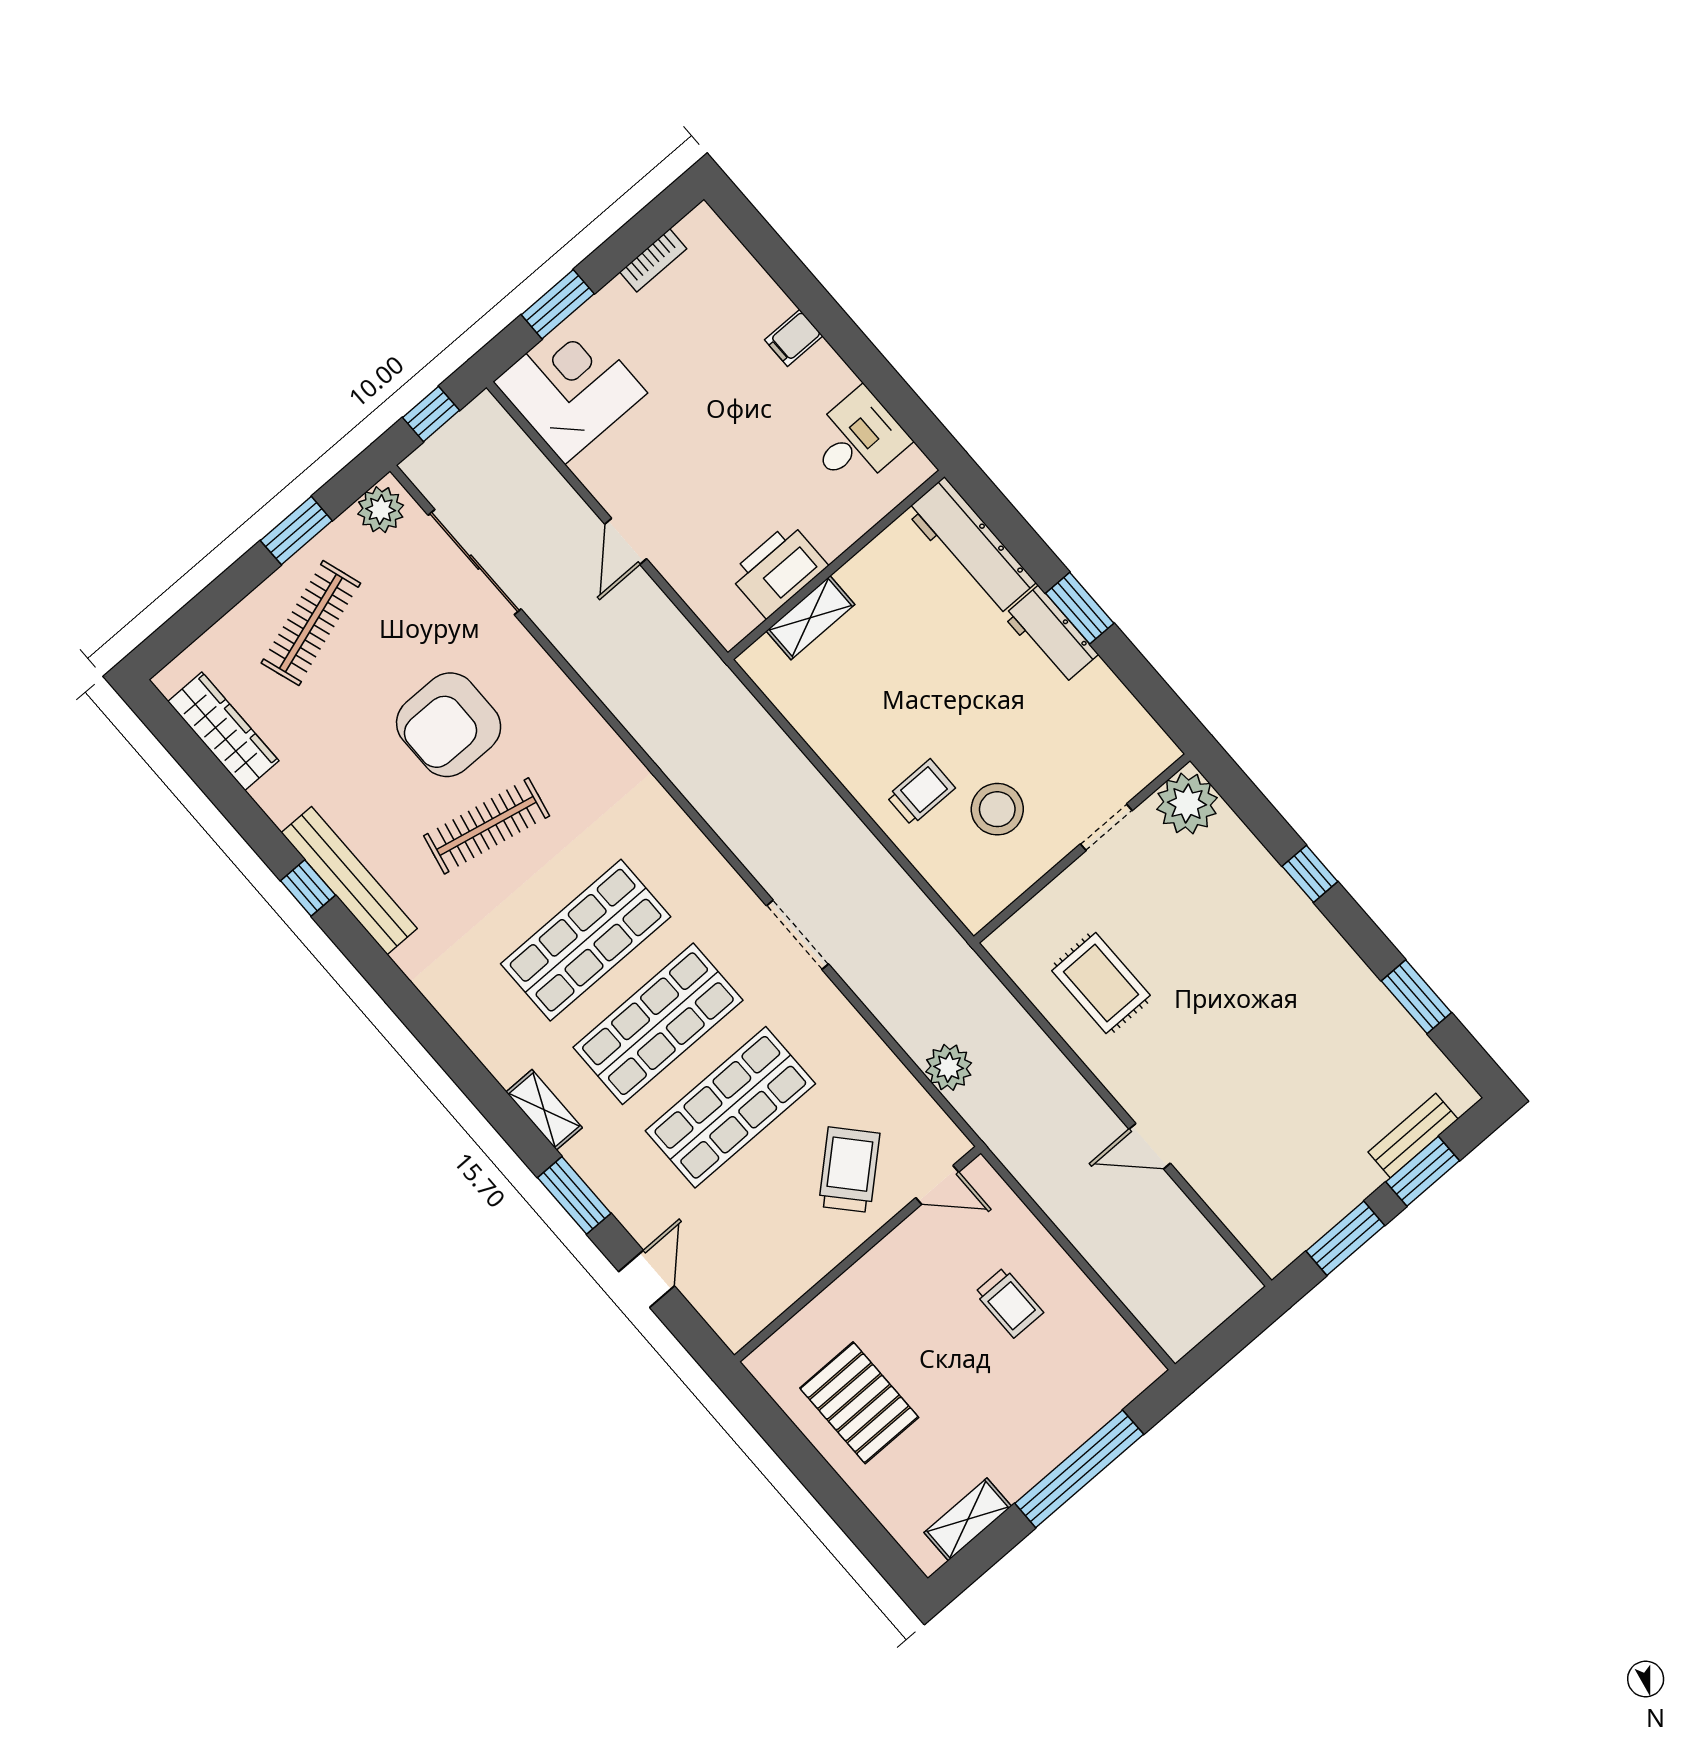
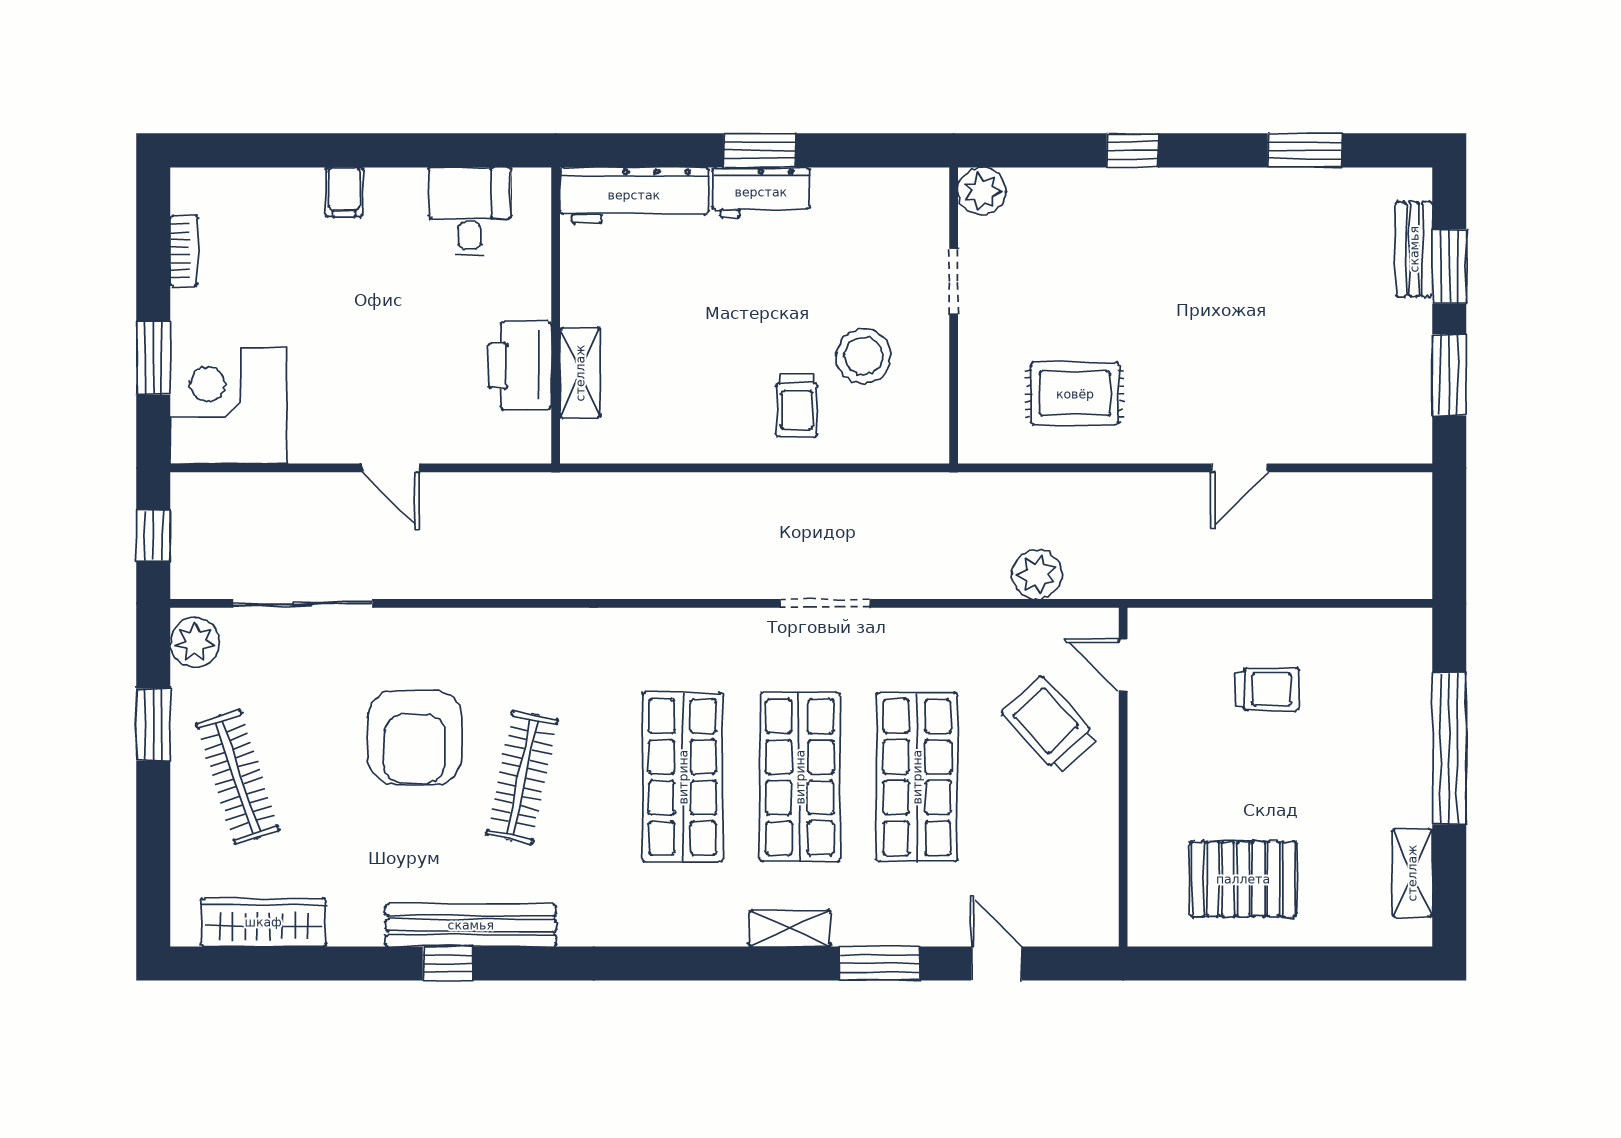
trolley: (921, 792) -> (797, 406), turned 180
plant: (1187, 803) -> (982, 191), width x0.73, depth x0.73
door: (937, 1185) -> (1123, 665), swing flipped

